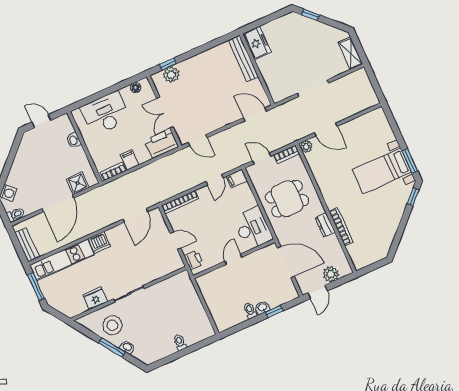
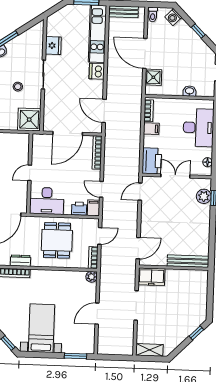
freezer: (257, 43) -> (152, 277), moved
door: (326, 129) -> (97, 314), moved
window: (10, 161) -> (198, 31), added
window: (410, 161) -> (75, 356), moved
door: (176, 241) -> (68, 133), width x1.87
door: (233, 259) -> (30, 173), swing flipped
printer: (194, 260) -> (79, 209), moved, turned 180
shower: (181, 286) -> (29, 120), added
stool: (112, 325) -> (18, 87), moved, width x0.53, depth x0.53

